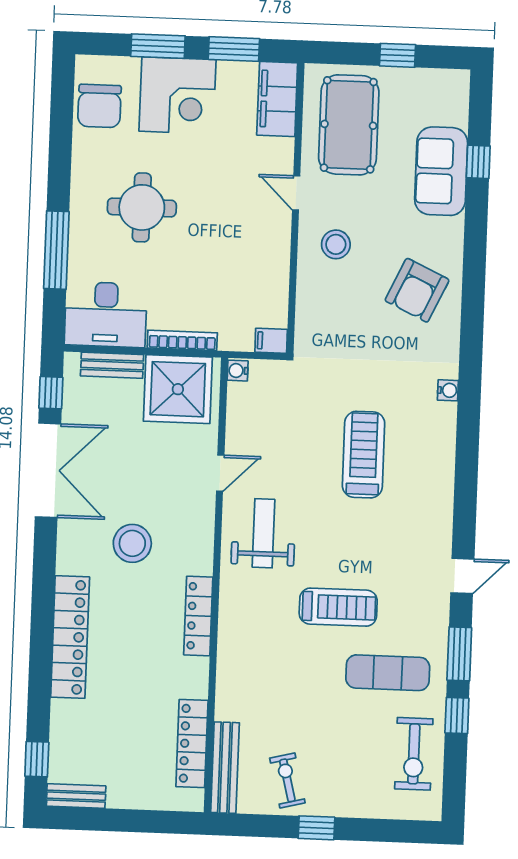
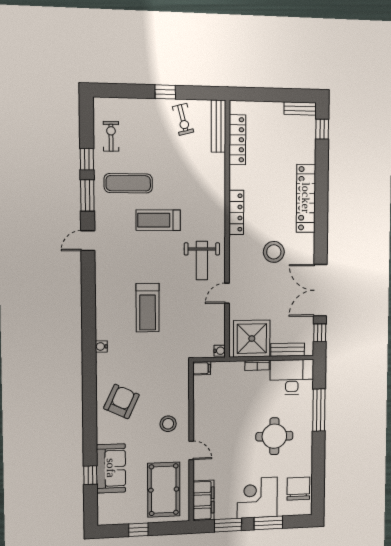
bookcase: (182, 340) -> (257, 365), width x0.64
exercise bike: (414, 754) -> (111, 136), width x0.73, depth x0.72

